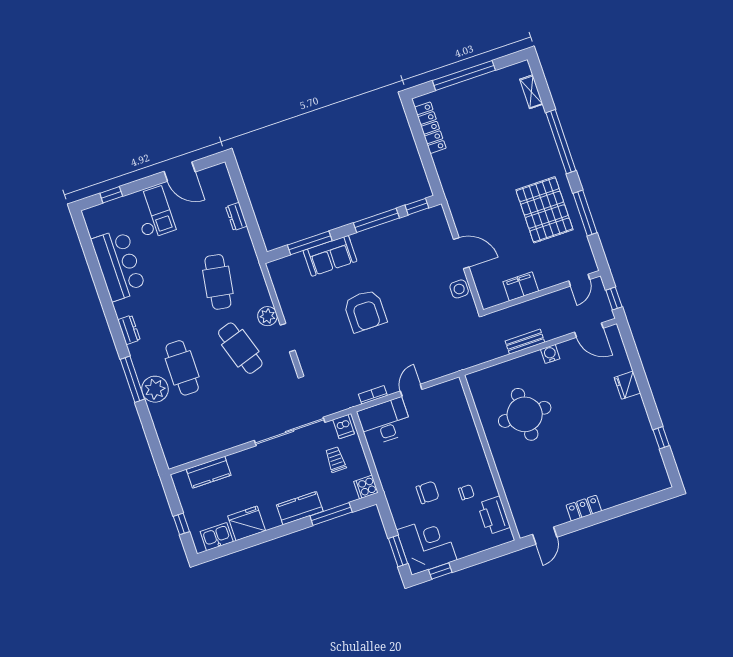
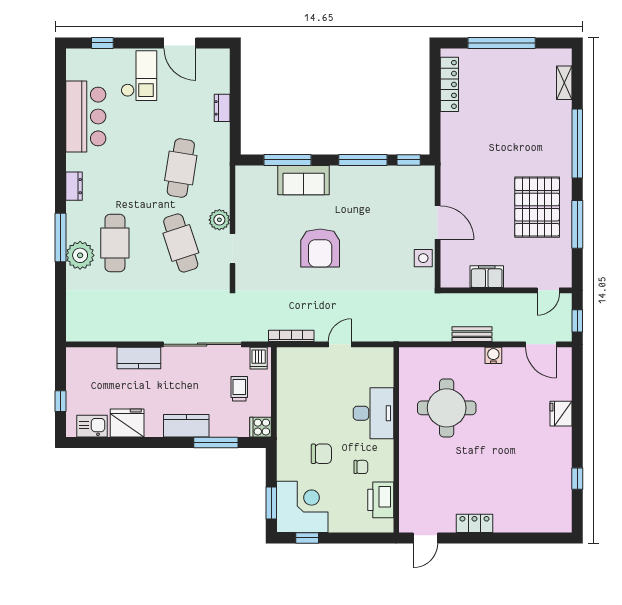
bookcase: (373, 395) -> (291, 336), width x1.56
desk: (385, 422) -> (373, 413), moved, turned 90
kitchen counter: (209, 472) -> (139, 358), moved

